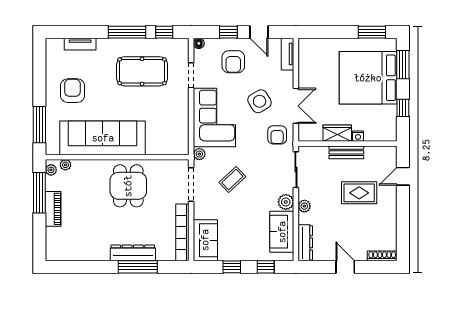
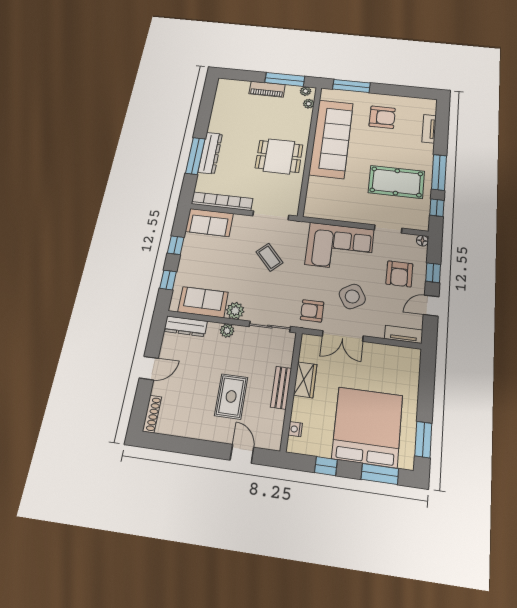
armchair: (233, 62) -> (399, 274), turned -90
pool table: (142, 71) -> (396, 182), turned 90
nightstand: (358, 136) -> (295, 429), moved
plant: (199, 154) -> (302, 227), removed

